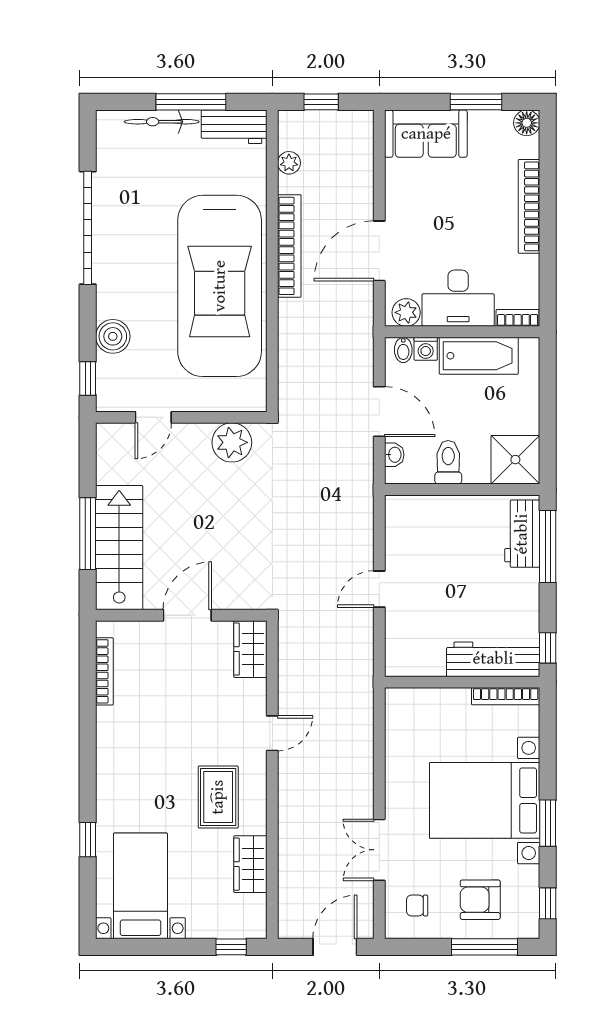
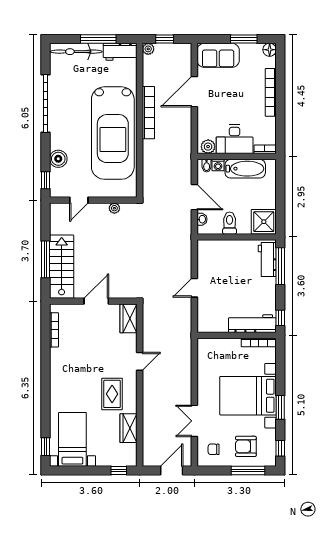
bicycle: (162, 122) -> (76, 52), width x1.37, depth x1.40
plant: (289, 163) -> (148, 49), moved
door: (379, 251) -> (194, 92), moved
plant: (232, 442) -> (114, 208), width x0.53, depth x0.53
window: (88, 840) -> (45, 447), moved

